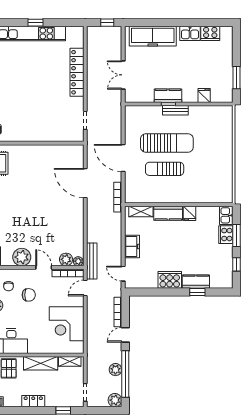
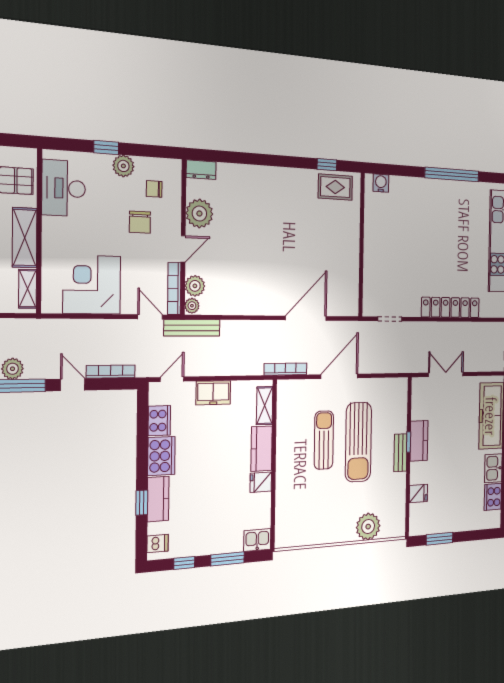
plant: (224, 134) -> (368, 527), added
cooker: (226, 235) -> (159, 421), moved, turned 90
dishwasher: (223, 282) -> (158, 544), added

